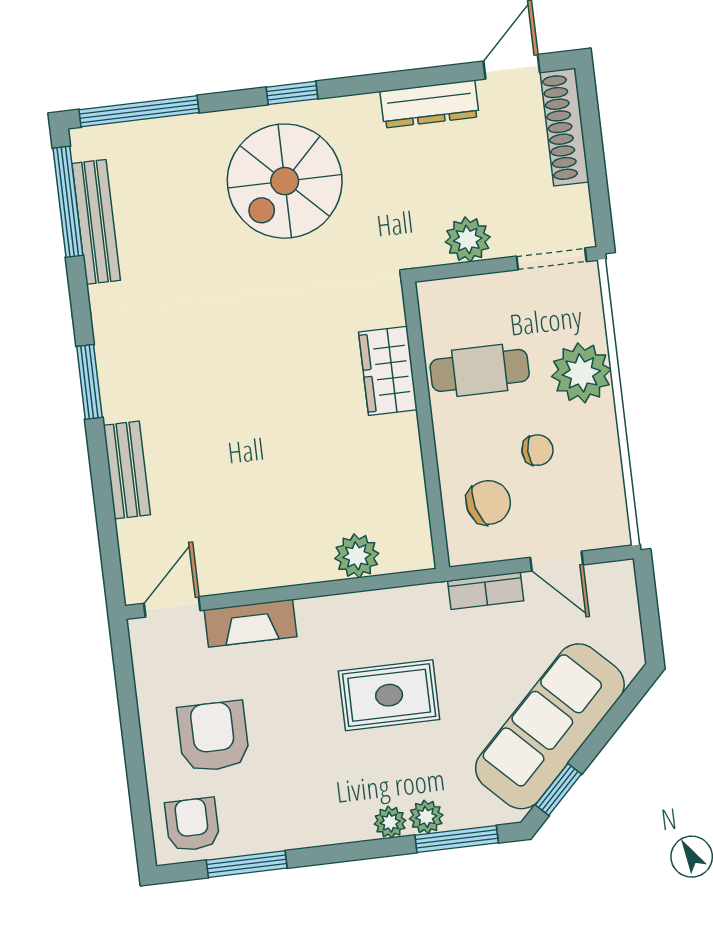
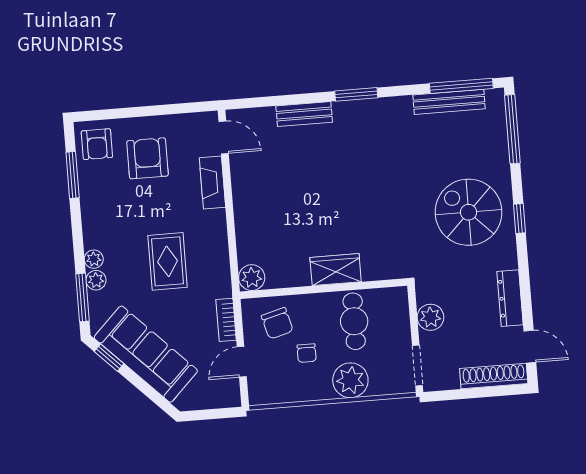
wardrobe: (388, 371) -> (336, 270), moved
plant: (357, 556) -> (252, 278), moved
armchair: (213, 736) -> (148, 158), turned -90
armchair: (192, 824) -> (97, 144), turned 90

